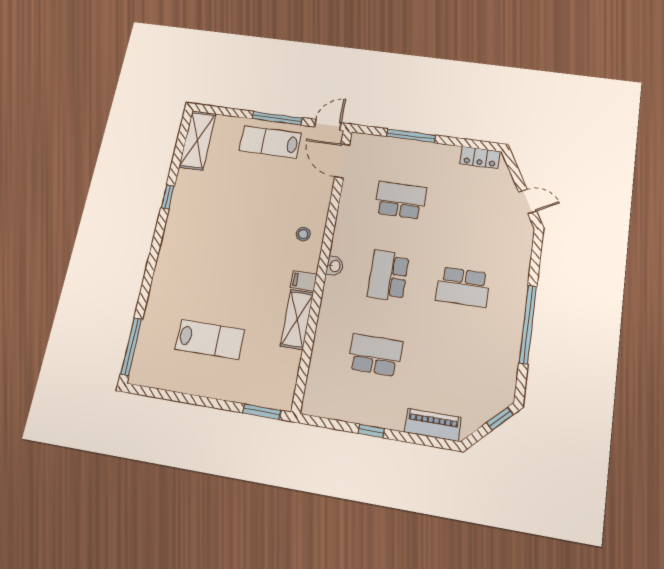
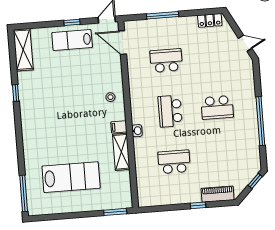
window: (277, 118) -> (72, 22), width x0.46
washbasin: (335, 266) -> (137, 131), moved
lab bench: (210, 339) -> (71, 177), width x1.36, depth x1.39
window: (371, 431) -> (198, 205), moved

